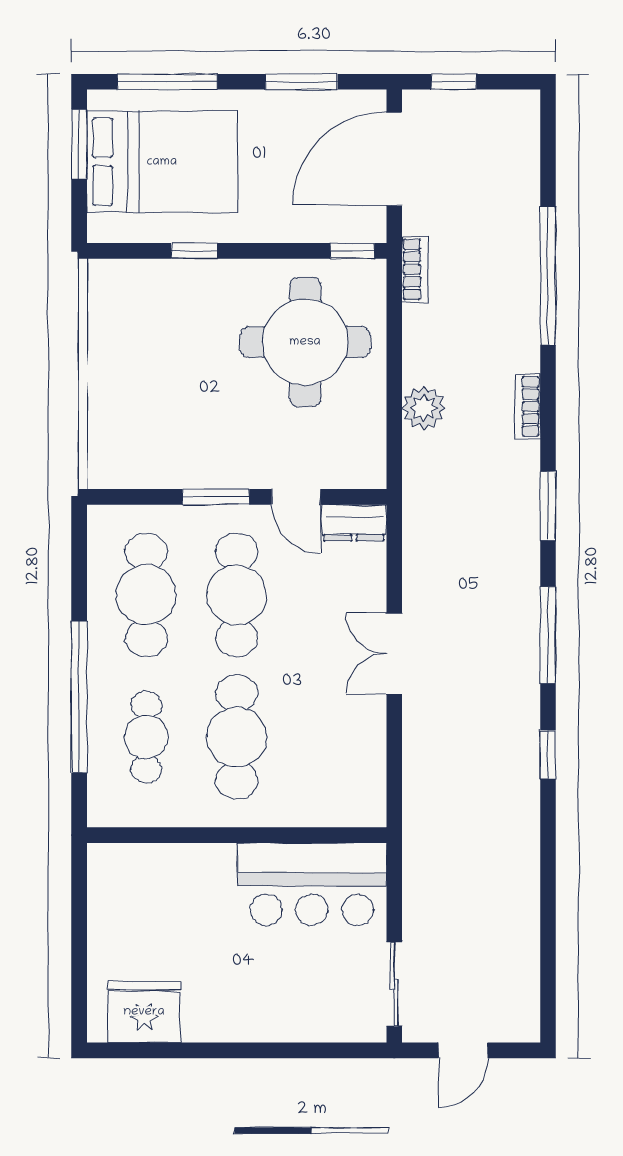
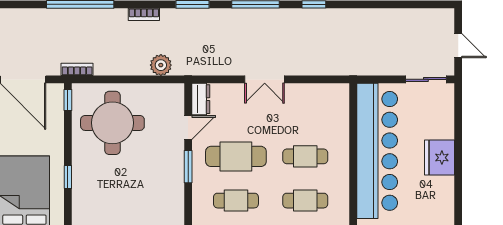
plant: (424, 408) -> (161, 65), moved
cafe table: (146, 595) -> (236, 201), width x0.73, depth x0.74
cafe table: (237, 737) -> (305, 156), width x0.73, depth x0.74
bar counter: (312, 884) -> (377, 151), width x1.86
fridge: (144, 1012) -> (439, 158), moved

